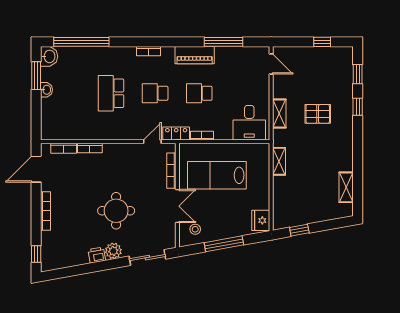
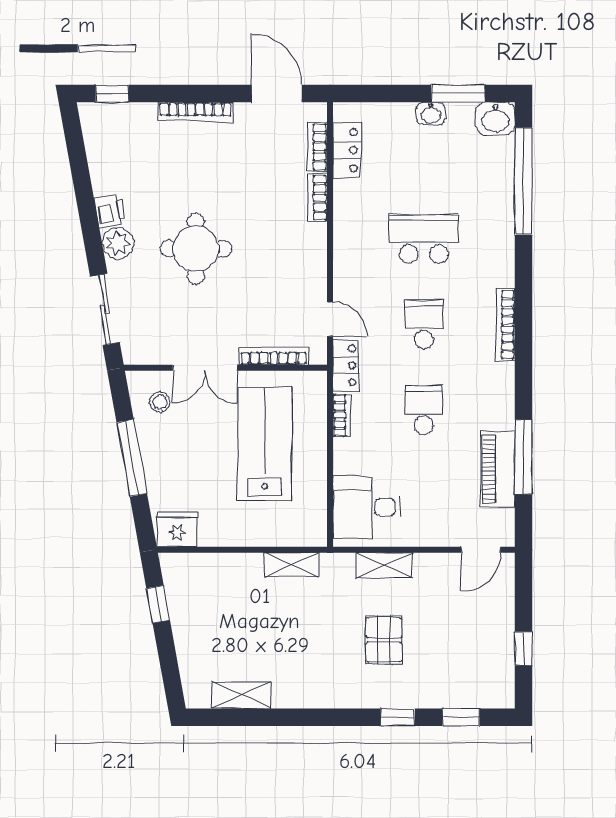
bookcase: (149, 51) -> (506, 325), width x1.56
piano: (195, 55) -> (498, 469), moved
locker: (65, 133) -> (347, 150), added

